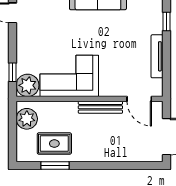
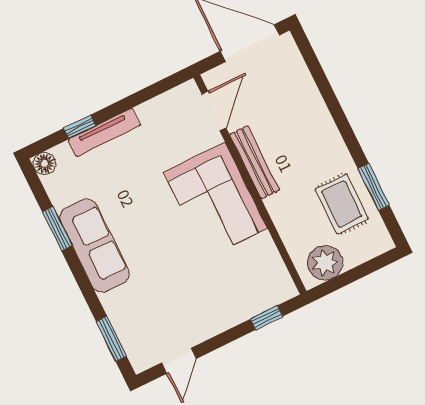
tv unit: (157, 56) -> (104, 132), moved
corner sofa: (69, 76) -> (216, 200), moved
plant: (28, 85) -> (275, 286), removed

